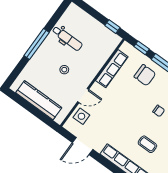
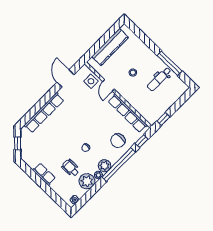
window: (37, 44) -> (170, 63), moved
row of seats: (112, 69) -> (128, 113), width x1.36
coffee table: (147, 144) -> (59, 134), removed

